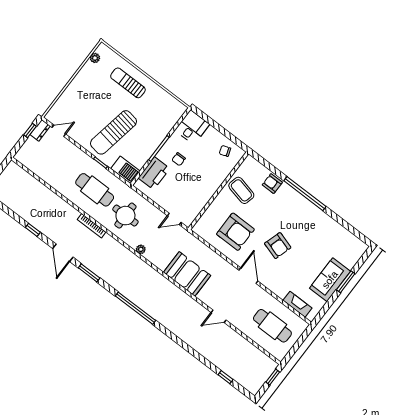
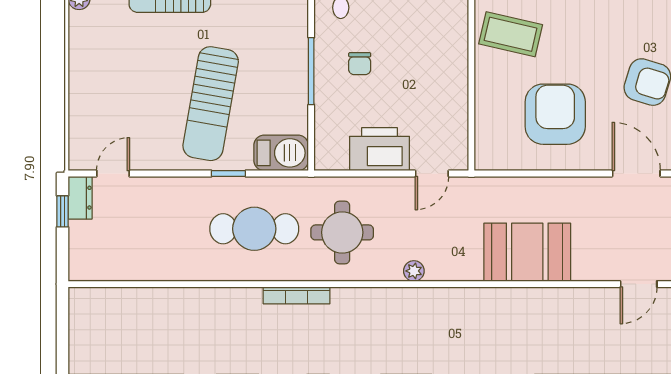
printer: (154, 173) -> (379, 149), moved, turned -90
armchair: (235, 232) -> (555, 114), turned -90

